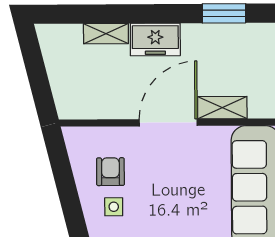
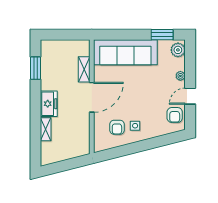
door: (168, 123) -> (92, 97), swing flipped
armchair: (110, 172) -> (117, 127), turned -90

